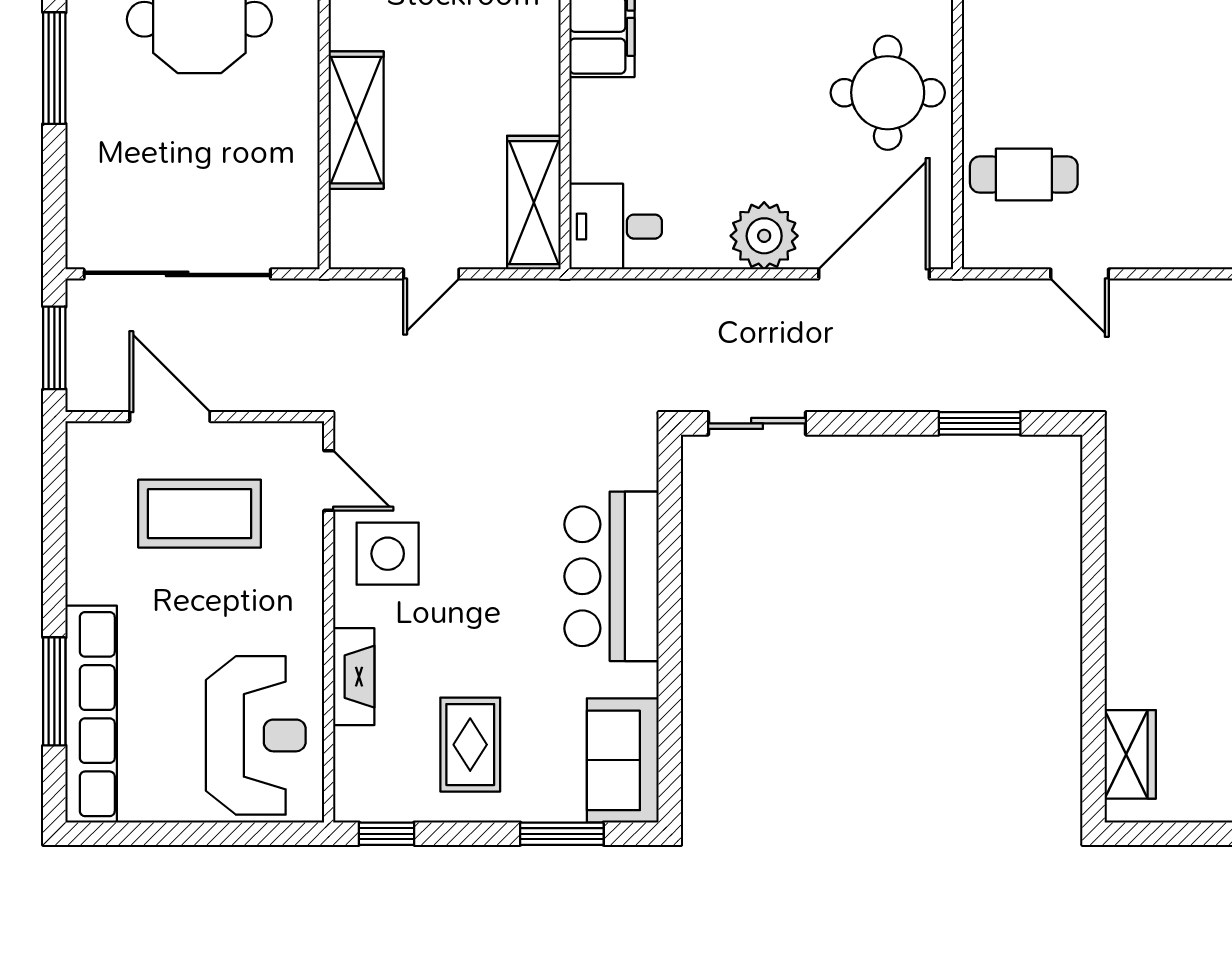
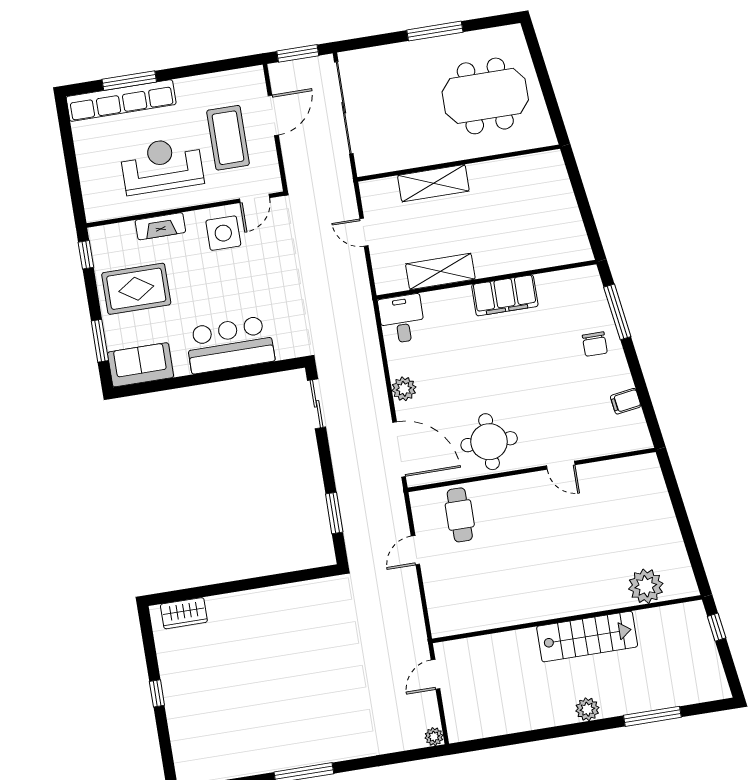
shelving: (534, 203) -> (440, 271), moved
plant: (764, 236) -> (404, 389), width x0.73, depth x0.73
reception desk: (256, 735) -> (162, 165), moved, turned 180
rug: (470, 745) -> (136, 289), width x1.36, depth x1.43

